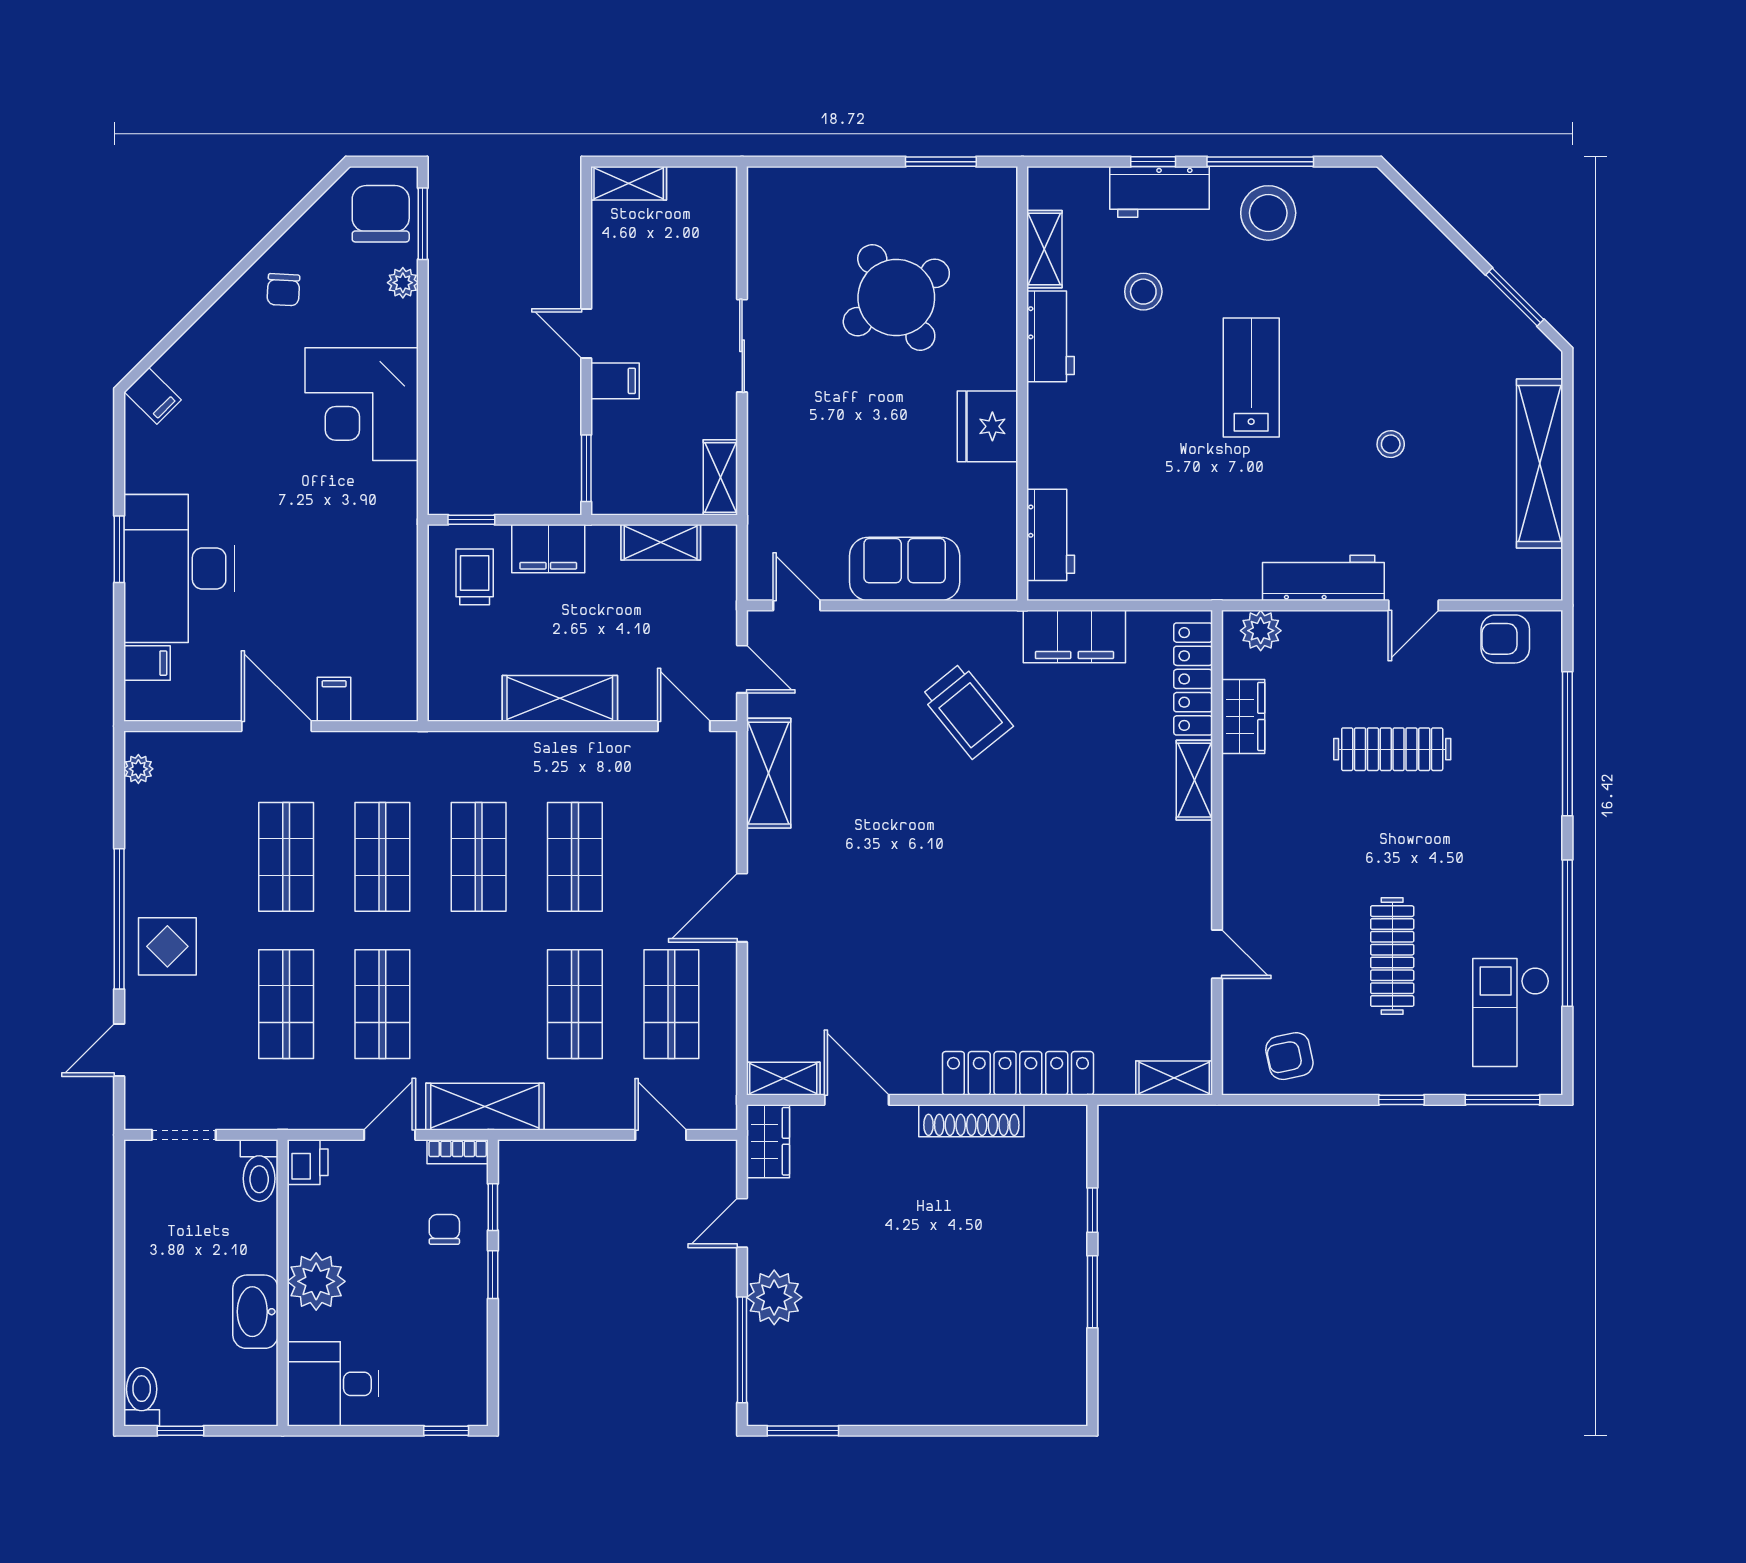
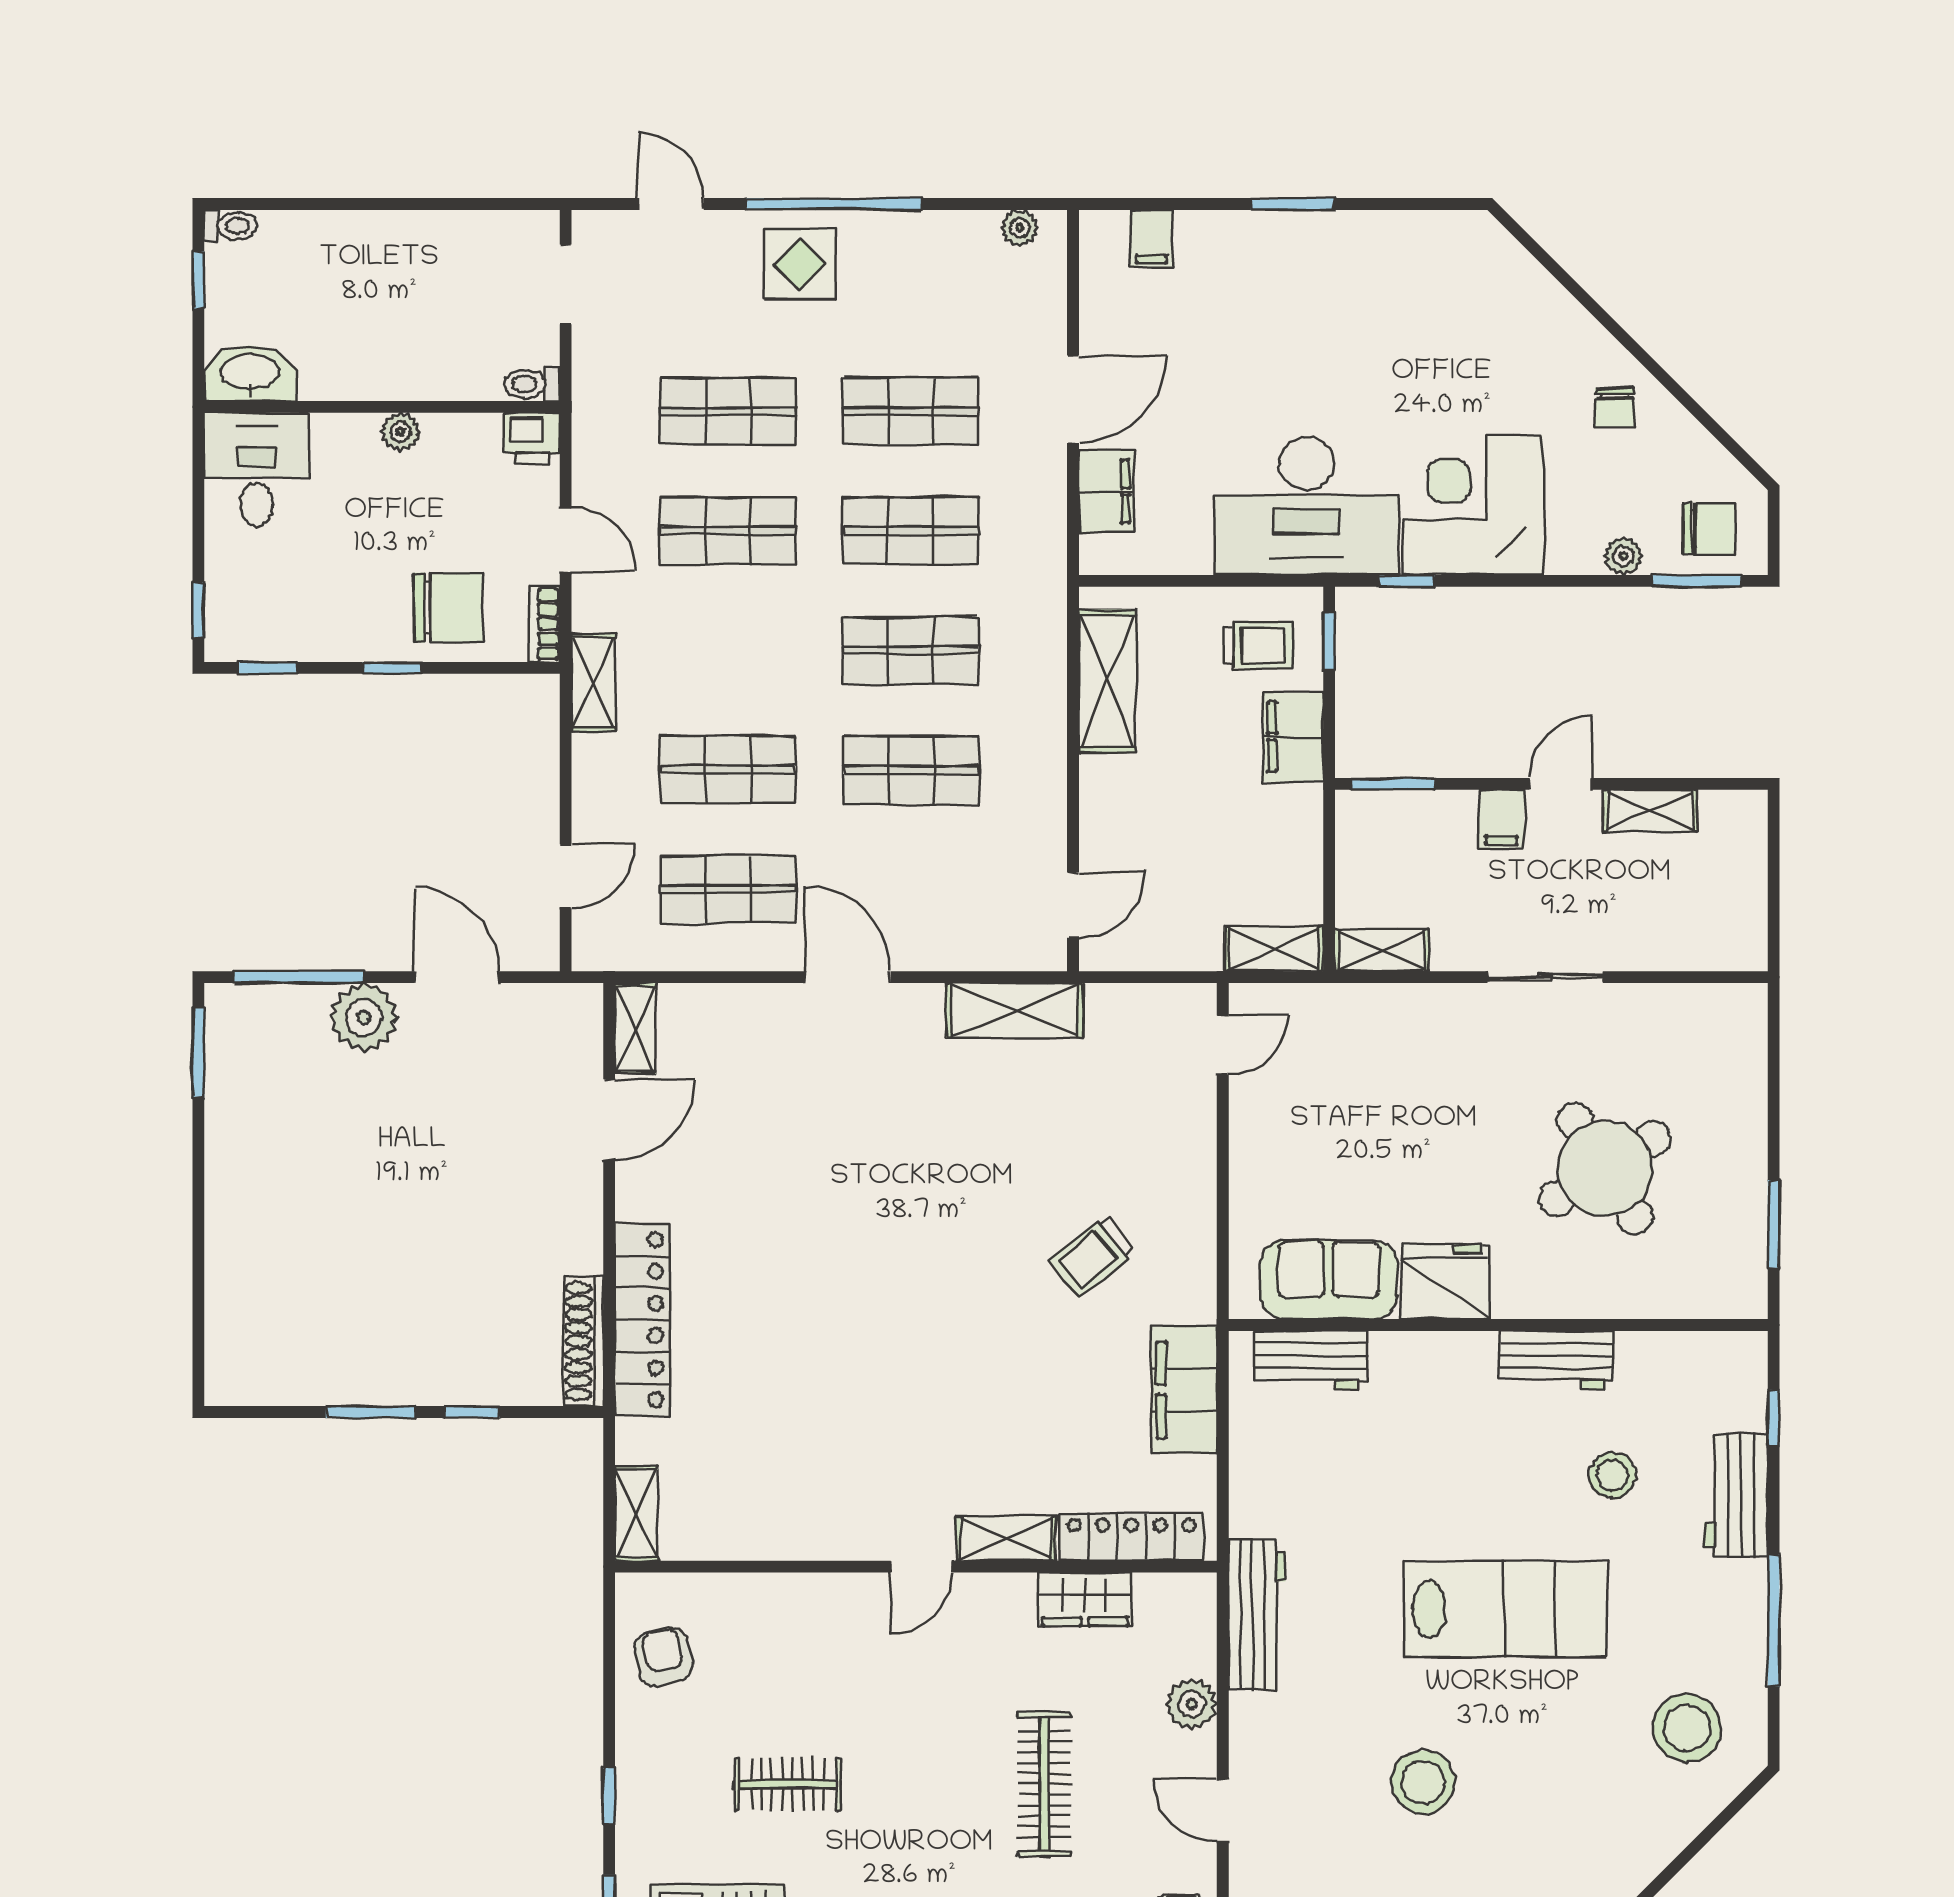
window: (1153, 162) -> (1774, 1418), moved
shelving: (629, 183) -> (1650, 811), moved, turned 90
stool: (1268, 213) -> (1687, 1728), moved
chair: (381, 214) -> (1709, 529), width x0.73, depth x0.73
shelving: (1044, 249) -> (1665, 1352), removed
chair: (283, 290) -> (1615, 408), turned -93
lab bench: (1251, 377) -> (1506, 1609), width x1.36, depth x1.39
filing cabinet: (153, 396) -> (1483, 246), removed
stool: (1391, 444) -> (1423, 1782), width x1.89, depth x1.89
window: (423, 457) -> (1407, 581), added
shelving: (661, 542) -> (1274, 949), moved, turned 90
desk: (179, 568) -> (1307, 506), moved, turned 180
sofa: (905, 569) -> (1329, 1280), moved, turned -90
workbench: (1323, 578) -> (1257, 1614), moved
plant: (1261, 631) -> (1192, 1704), moved
door: (742, 669) -> (1144, 977), removed
shelving: (560, 698) -> (1107, 681), moved
filing cabinet: (334, 699) -> (1106, 491), width x2.00
trolley: (967, 711) -> (1092, 1256), width x0.73, depth x0.72
door: (1217, 954) -> (921, 1567), moved
clothes rail: (1392, 956) -> (788, 1784), width x0.73
shelving: (485, 1107) -> (593, 682), width x0.67, depth x0.75
shoe rack: (971, 1121) -> (583, 1341), moved
wardrobe: (768, 1141) -> (558, 1009), removed
toilet: (259, 1171) -> (532, 384), width x0.73, depth x0.72
window: (493, 1207) -> (268, 668), moved
door: (742, 1223) -> (457, 977), width x1.38
chair: (444, 1229) -> (448, 608), width x1.87, depth x1.87
plant: (316, 1281) -> (400, 432), width x0.53, depth x0.53
washbasin: (255, 1312) -> (250, 373), moved
toilet: (142, 1397) -> (230, 226), width x0.73, depth x0.72

